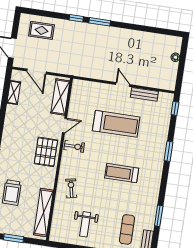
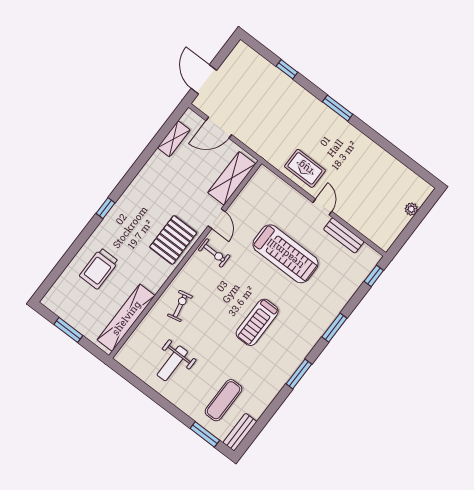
window: (76, 18) -> (287, 69), moved
rug: (41, 30) -> (305, 168), moved
door: (37, 72) -> (219, 128), hinge flipped
door: (65, 125) -> (217, 219), hinge flipped
treadmill: (122, 173) -> (257, 322), turned -90
window: (159, 216) -> (299, 374), moved

